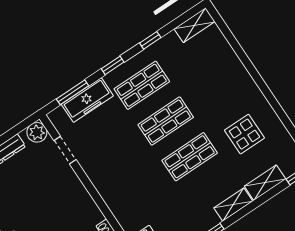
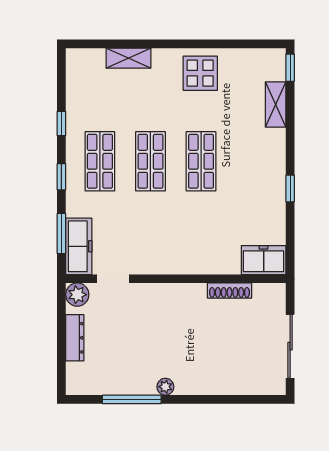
shelving: (195, 25) -> (128, 58), moved, turned 90
freezer: (87, 100) -> (79, 246), moved
display table: (244, 134) -> (200, 73), moved
shelving: (233, 205) -> (276, 150), removed

